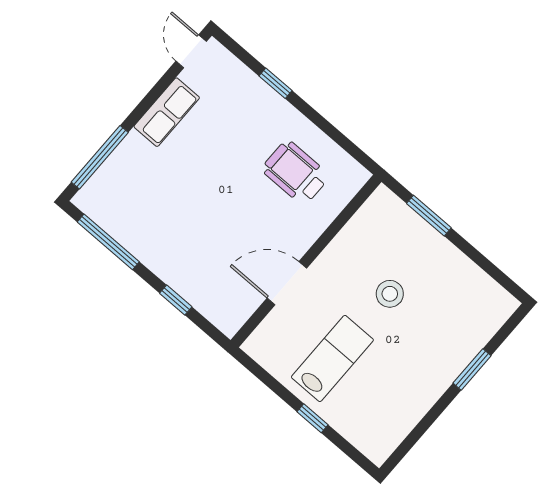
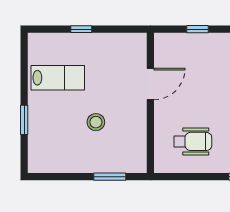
lab bench: (332, 358) -> (58, 78), moved, turned -90

